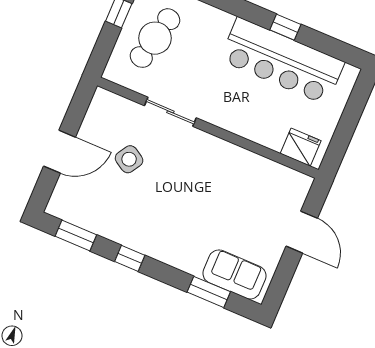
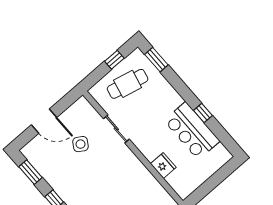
bar counter: (282, 61) -> (192, 131), width x0.73
fridge: (301, 147) -> (163, 166), moved

